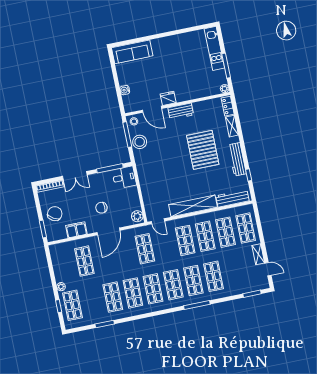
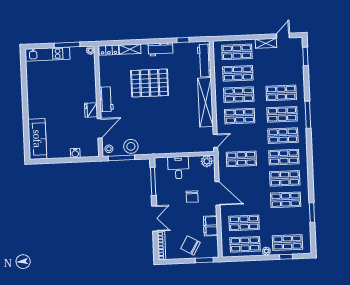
workbench: (237, 159) -> (160, 49), width x0.73
desk: (124, 178) -> (178, 168), moved
shop shelf: (64, 265) -> (245, 244), added

